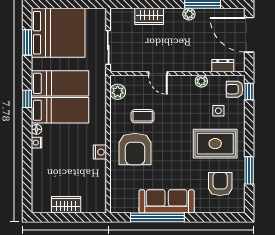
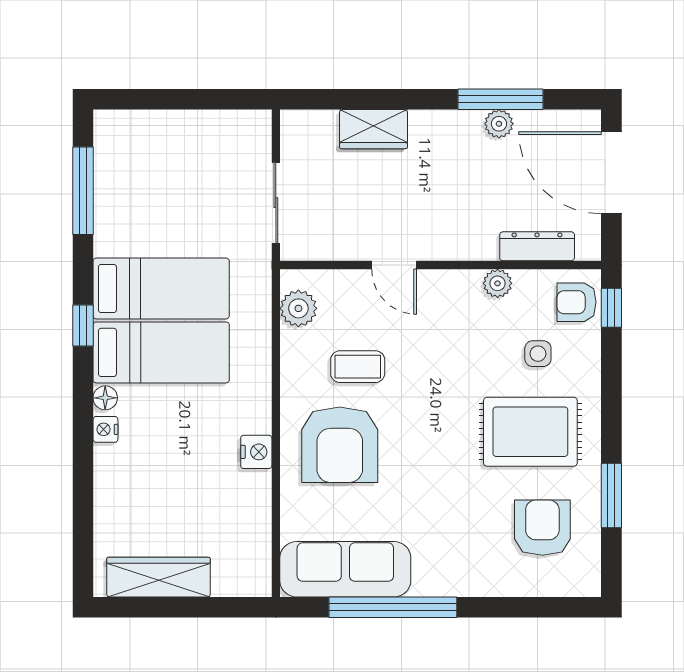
plant: (189, 14) -> (499, 124), moved
bed: (58, 33) -> (157, 168), removed
window: (27, 42) -> (83, 191), width x1.44
dresser: (223, 66) -> (537, 246), width x1.44
sofa: (167, 201) -> (345, 569), moved
wardrobe: (66, 205) -> (158, 577), width x1.50

